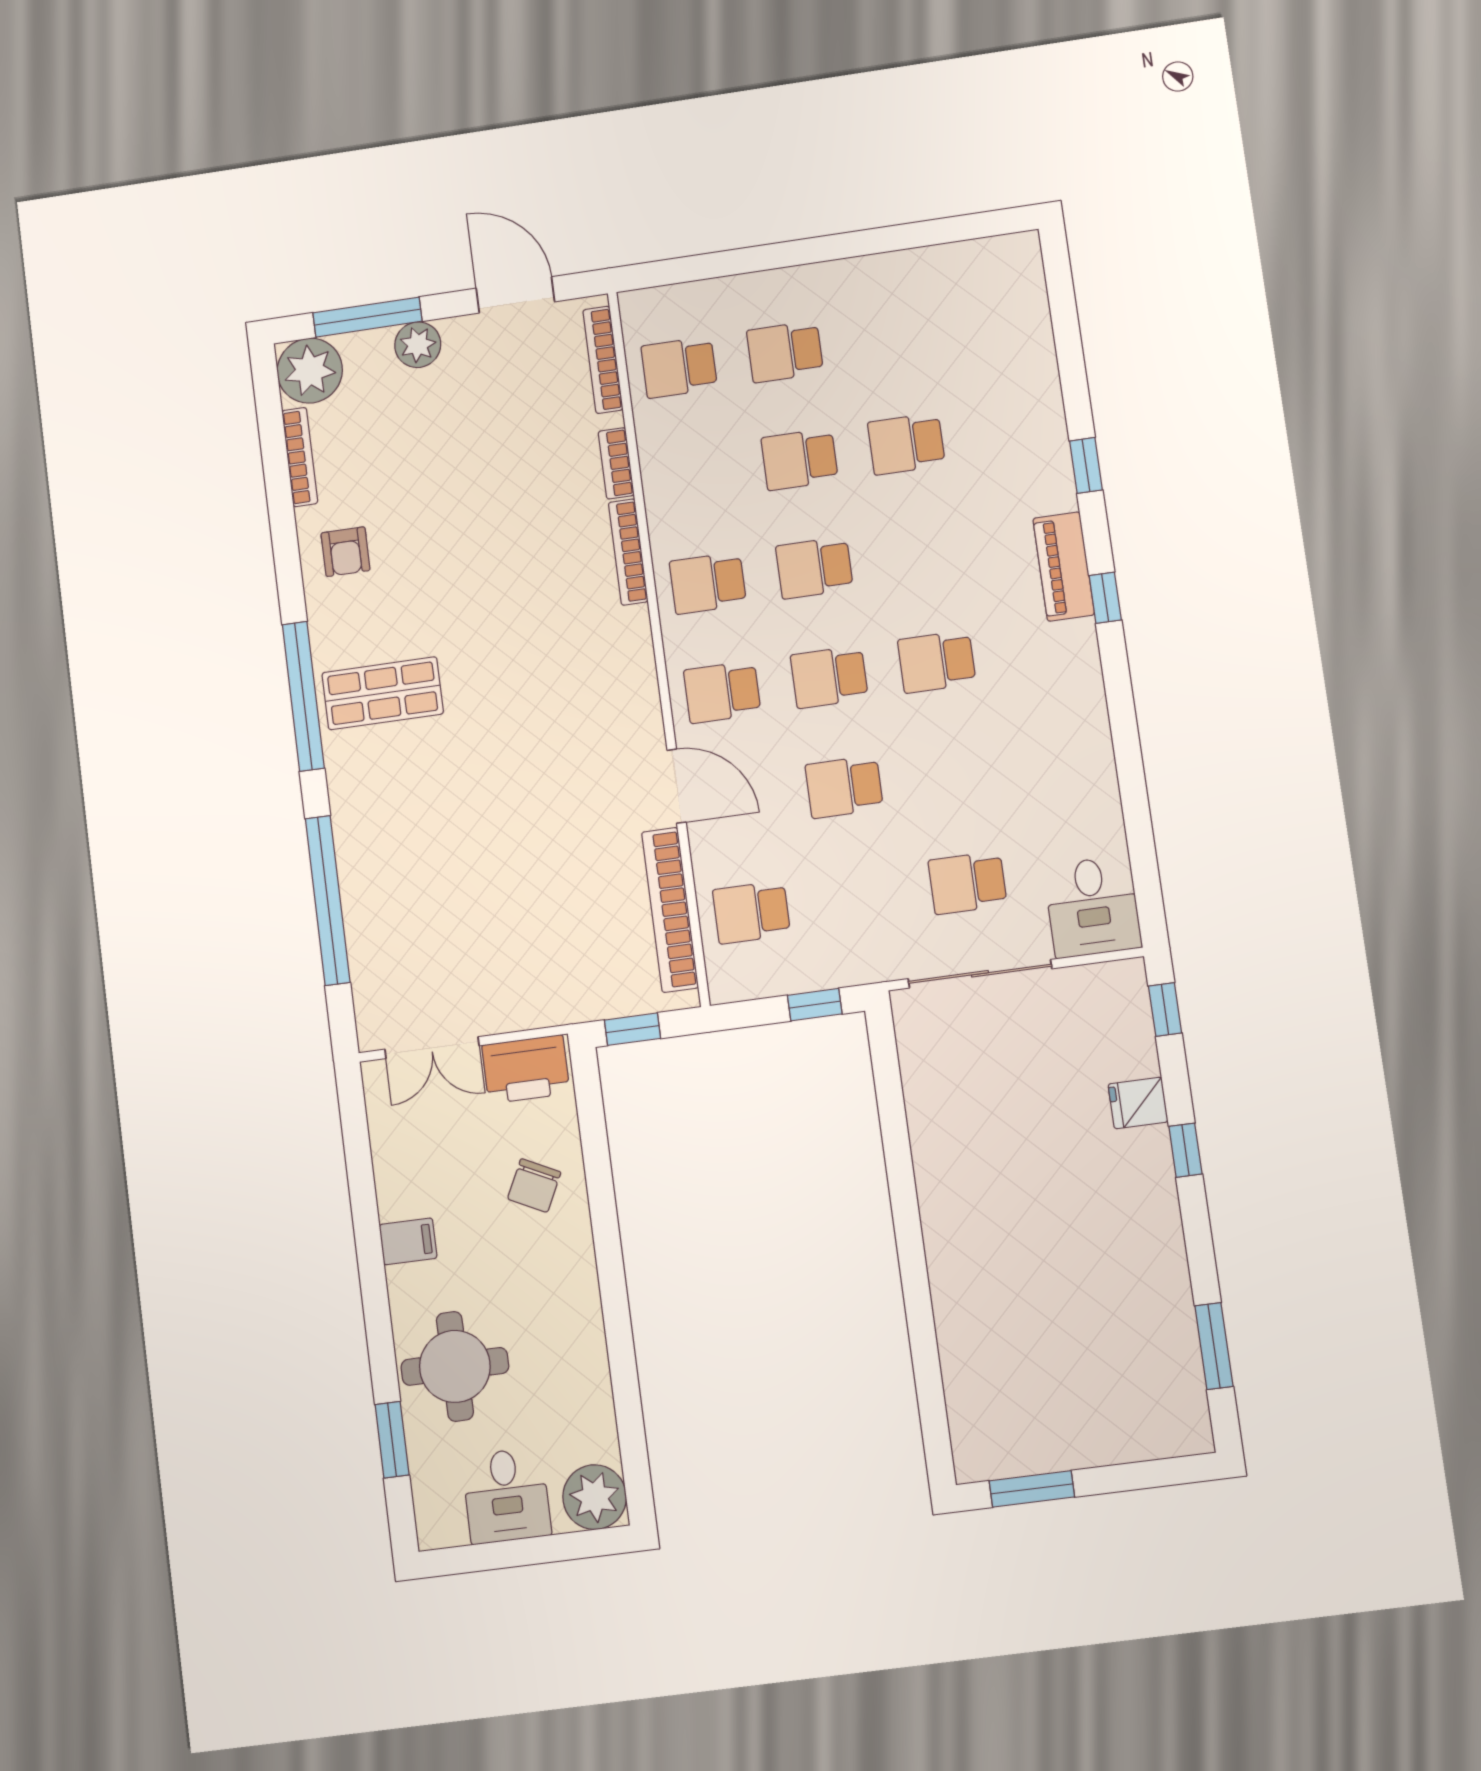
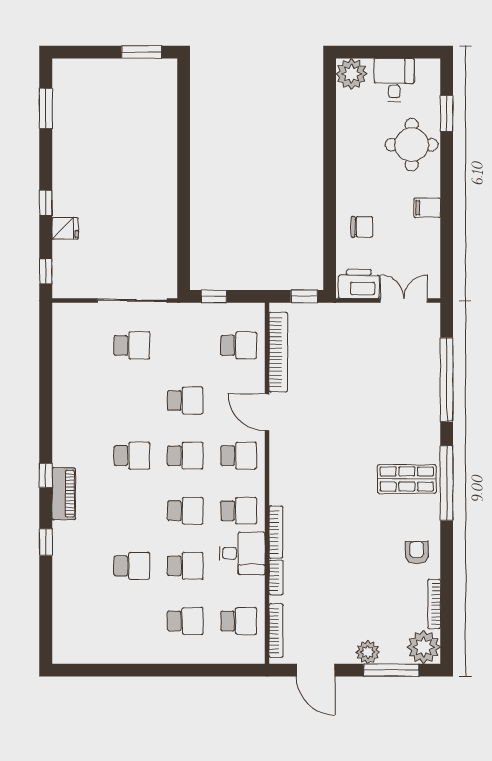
desk: (1093, 907) -> (242, 553), moved, turned 90
chair: (534, 1186) -> (362, 227), turned 64

